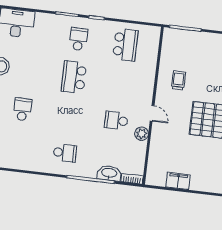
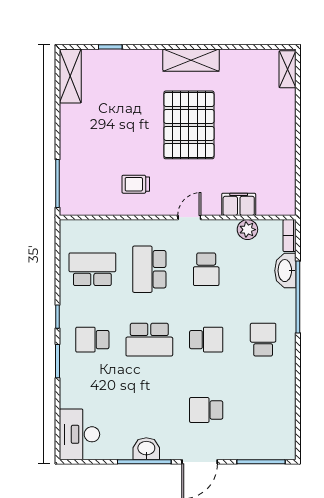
school desk: (121, 83) -> (149, 269), added
school desk: (69, 115) -> (206, 340), added
plant: (142, 134) -> (247, 230), moved
filing cabinet: (178, 181) -> (239, 204), moved, turned 90

